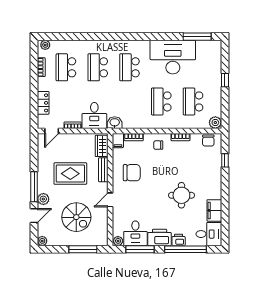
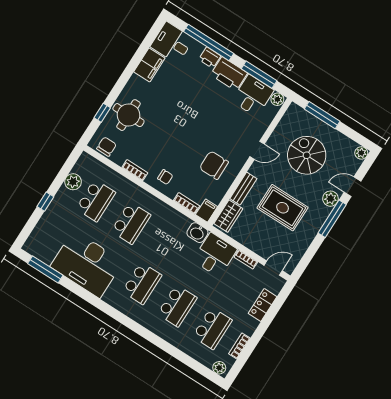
plant: (215, 123) -> (73, 182), moved
round table: (181, 195) -> (128, 115), moved

